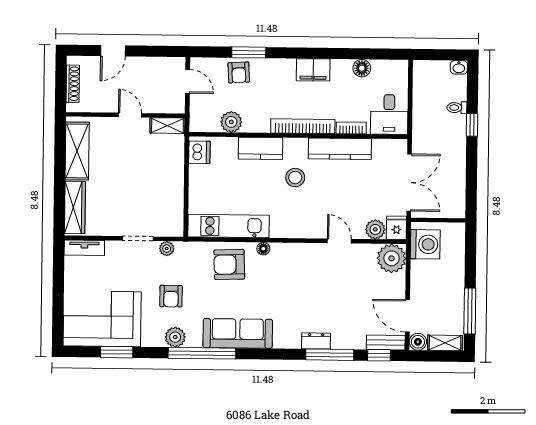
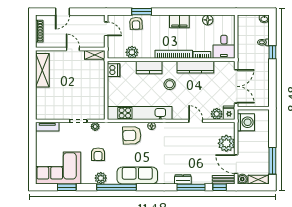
wardrobe: (75, 207) -> (41, 103), removed
kitchen unit: (229, 226) -> (140, 113), width x1.36
plant: (392, 258) -> (226, 143), moved

